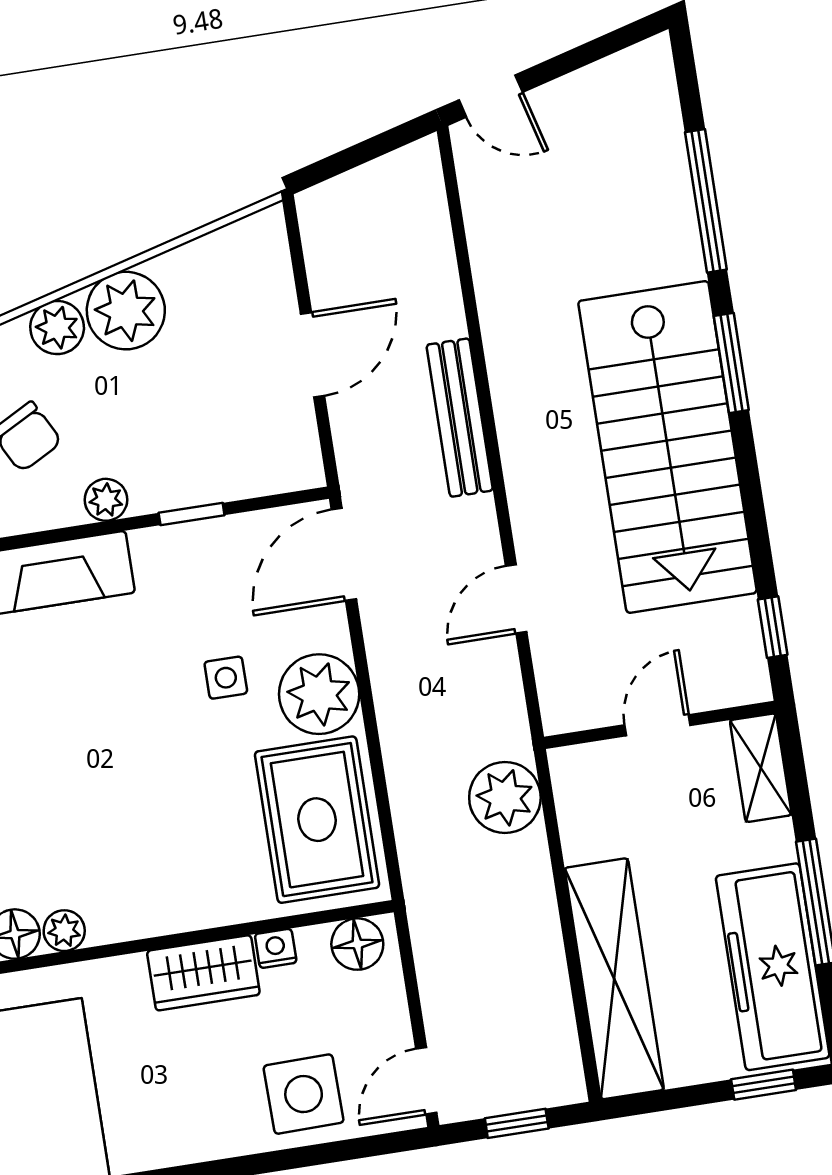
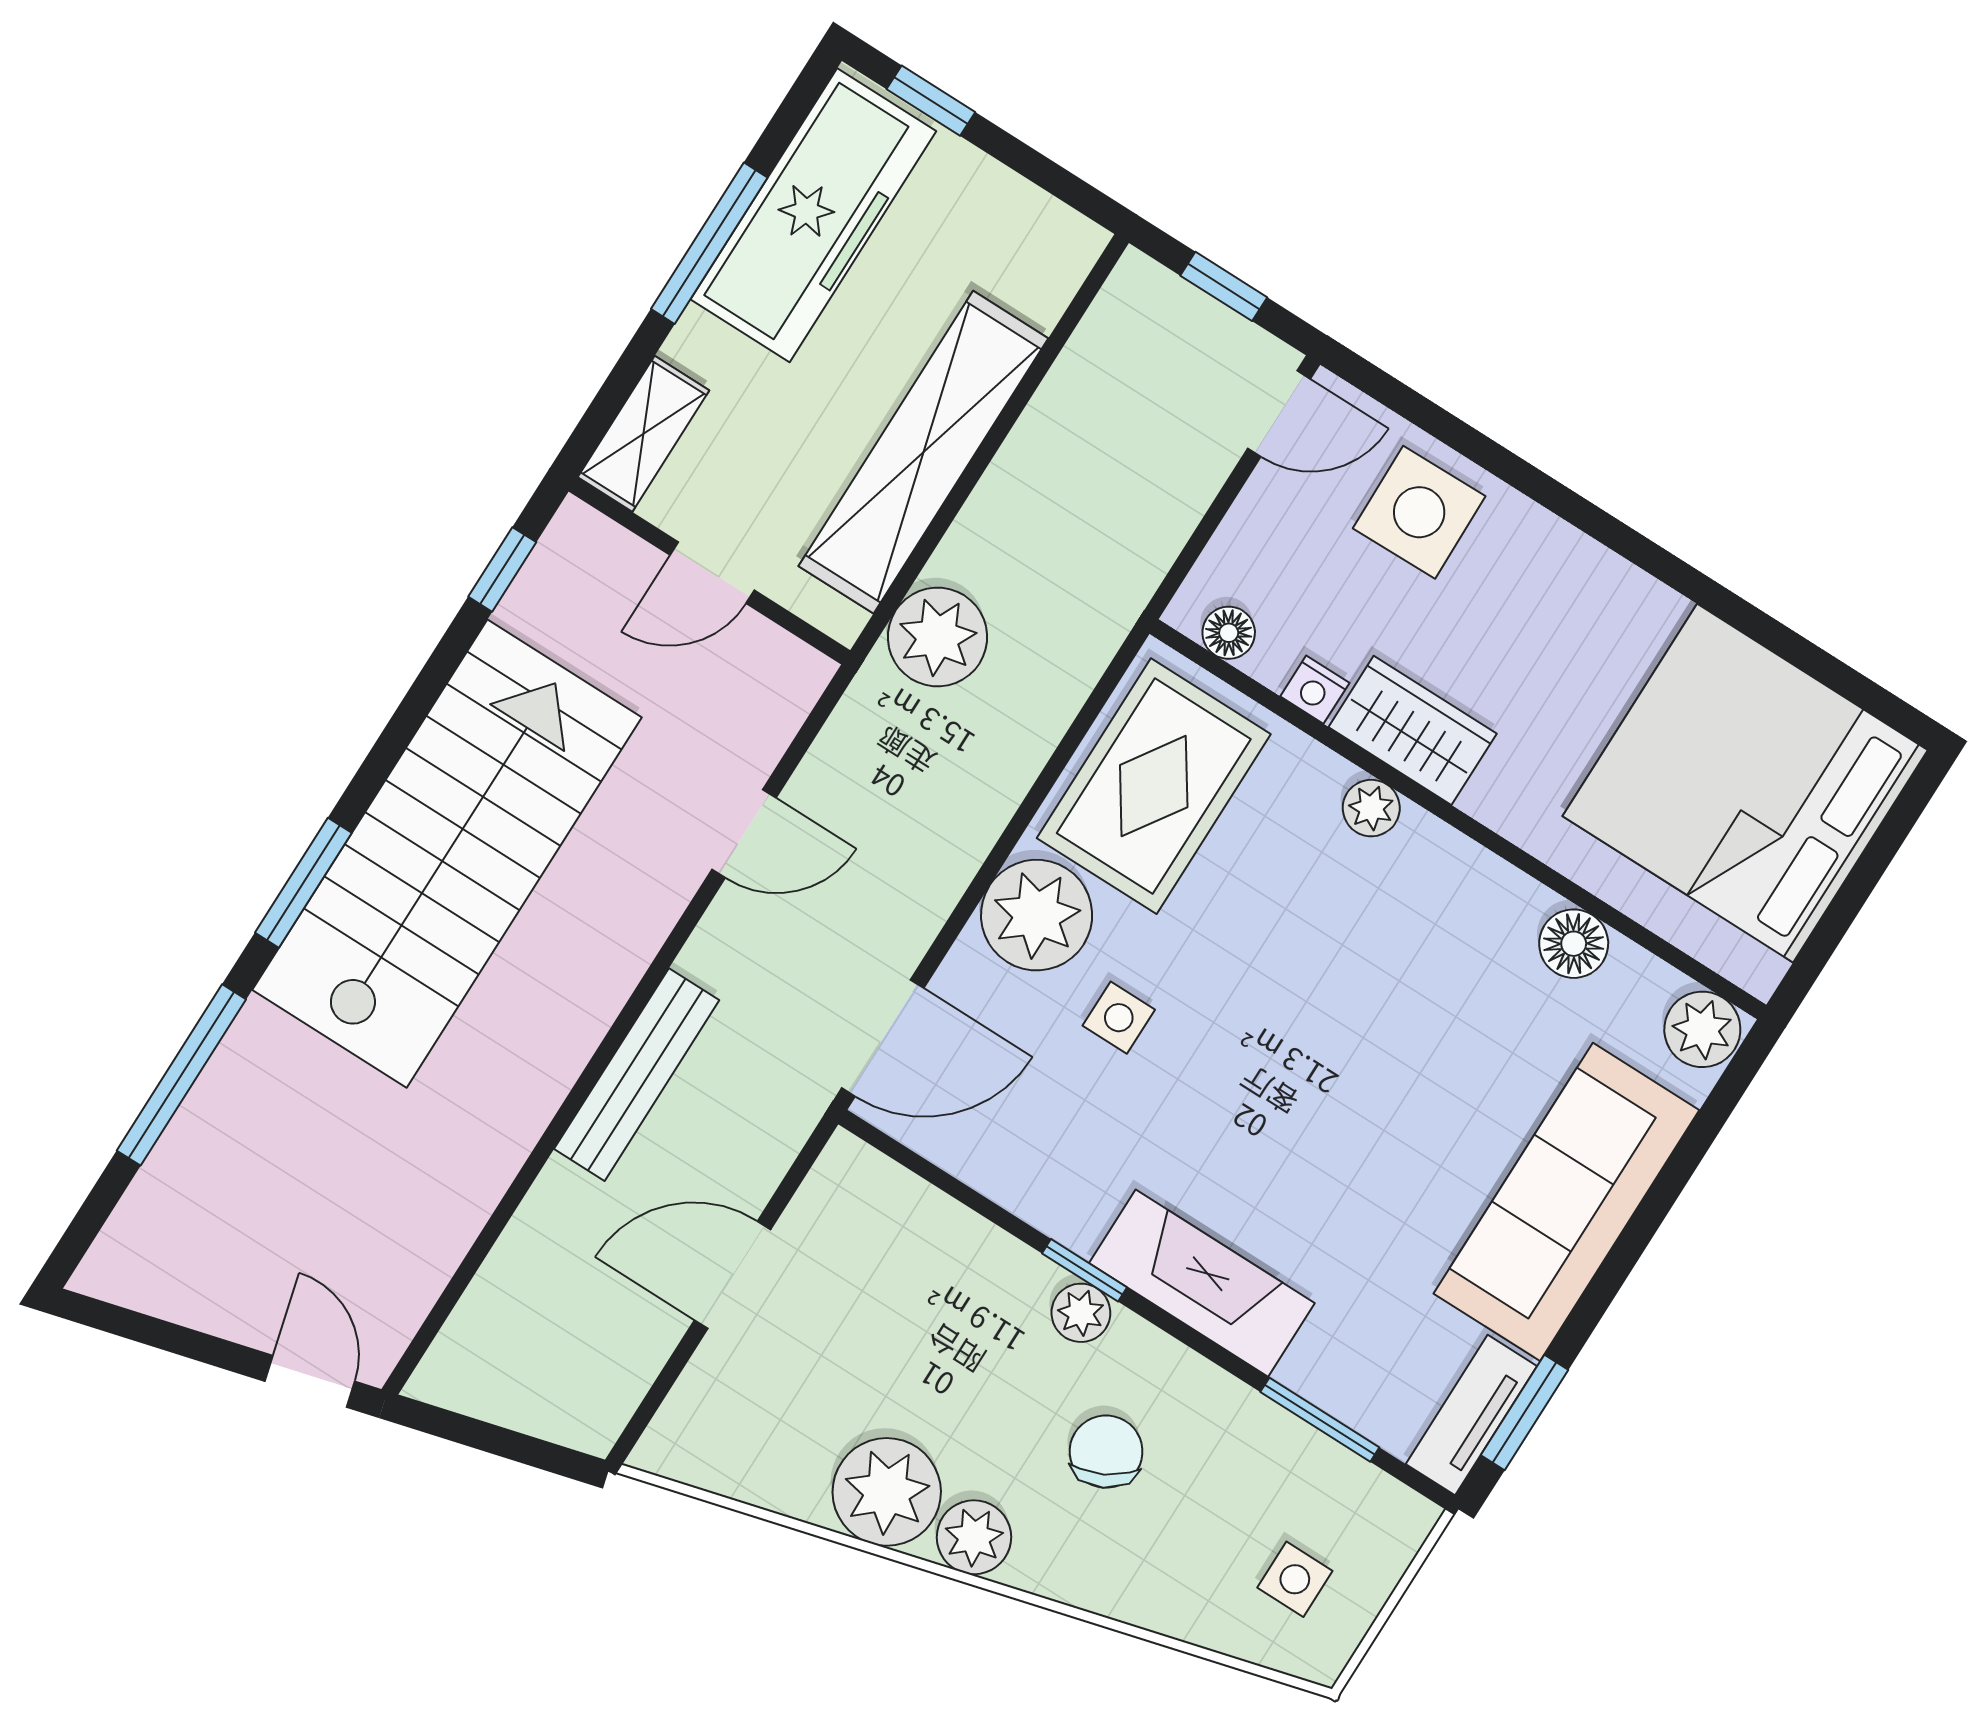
window: (192, 514) -> (1084, 1270), moved
plant: (64, 931) -> (1371, 808), moved
floor lamp: (357, 944) -> (1229, 633), width x0.73, depth x0.73
shelving: (614, 979) -> (923, 452), moved

